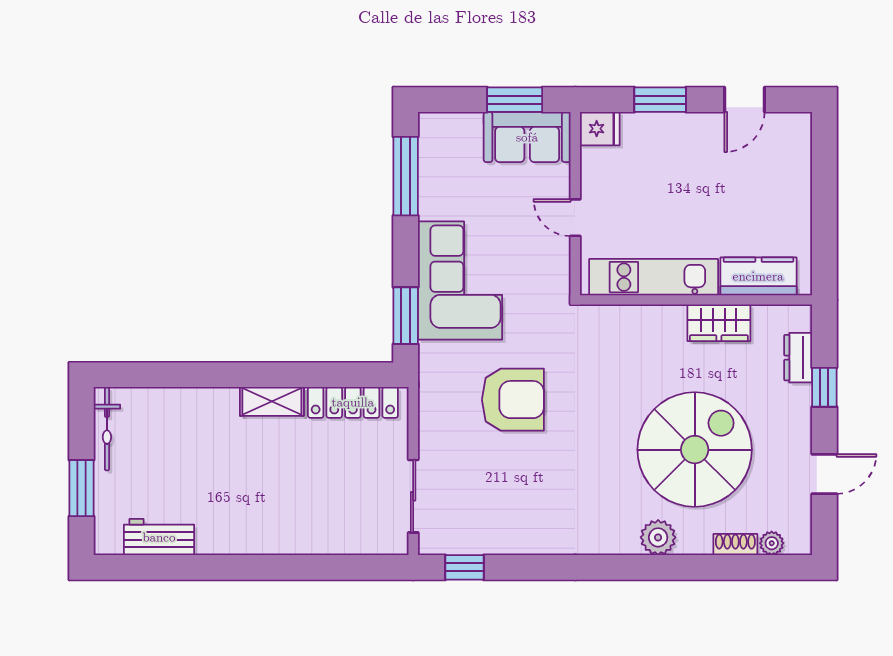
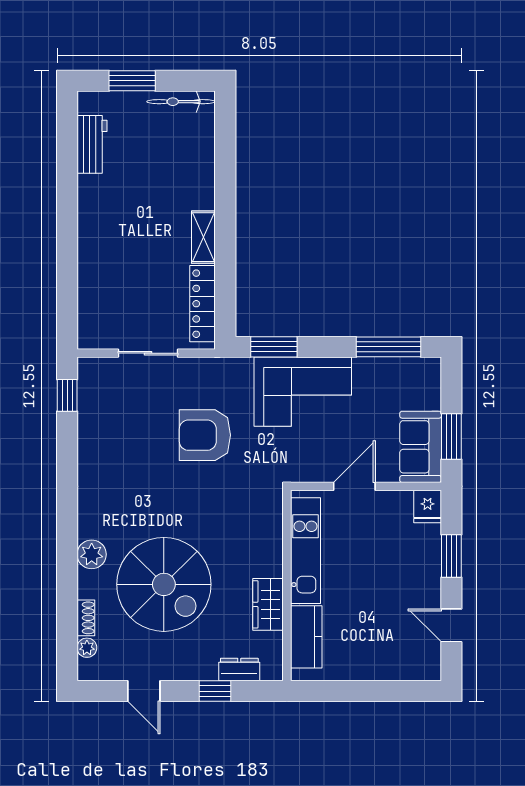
door: (575, 218) -> (354, 486), width x1.38
armchair: (513, 400) -> (205, 435), turned 90
sliding door: (413, 496) -> (148, 353), moved

